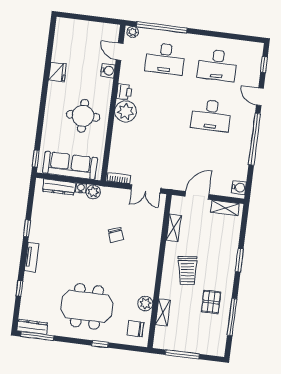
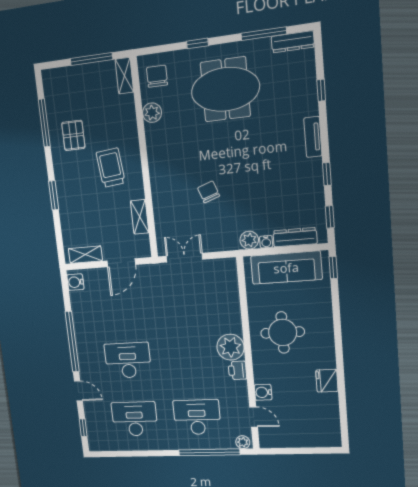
bookcase: (119, 178) -> (221, 264), removed
window: (31, 197) -> (330, 217), added
shelving: (163, 312) -> (124, 76), moved
chair: (135, 329) -> (157, 76), turned -90
window: (37, 336) -> (264, 34), moved

